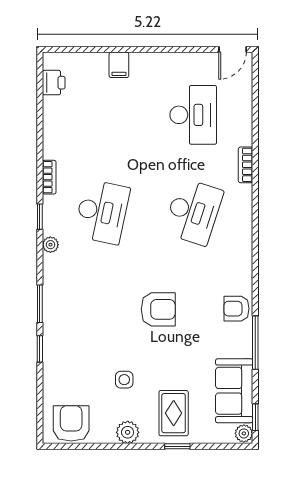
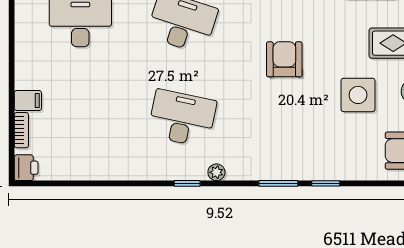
printer: (54, 83) -> (26, 168), moved, turned 90
bookcase: (49, 177) -> (21, 130), moved, turned 90
side table: (124, 380) -> (358, 95), width x1.87, depth x1.87

